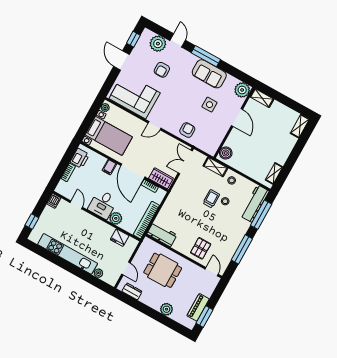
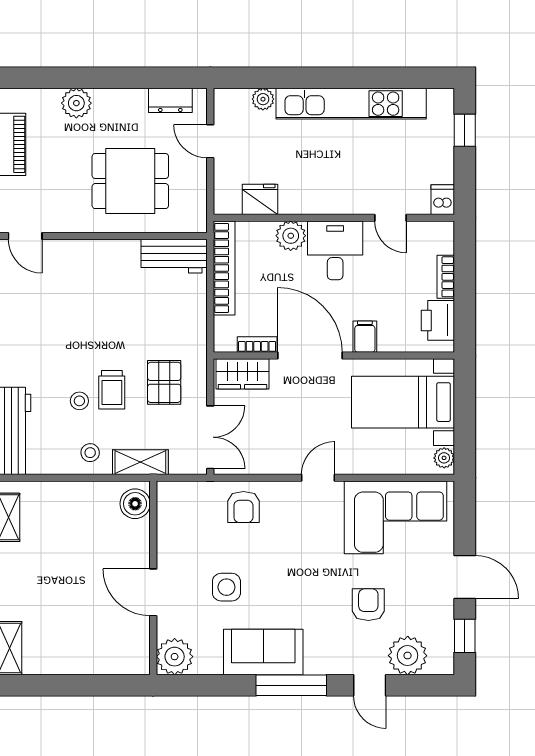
shelving: (262, 98) -> (123, 663), removed
pallet: (201, 248) -> (164, 382), moved

